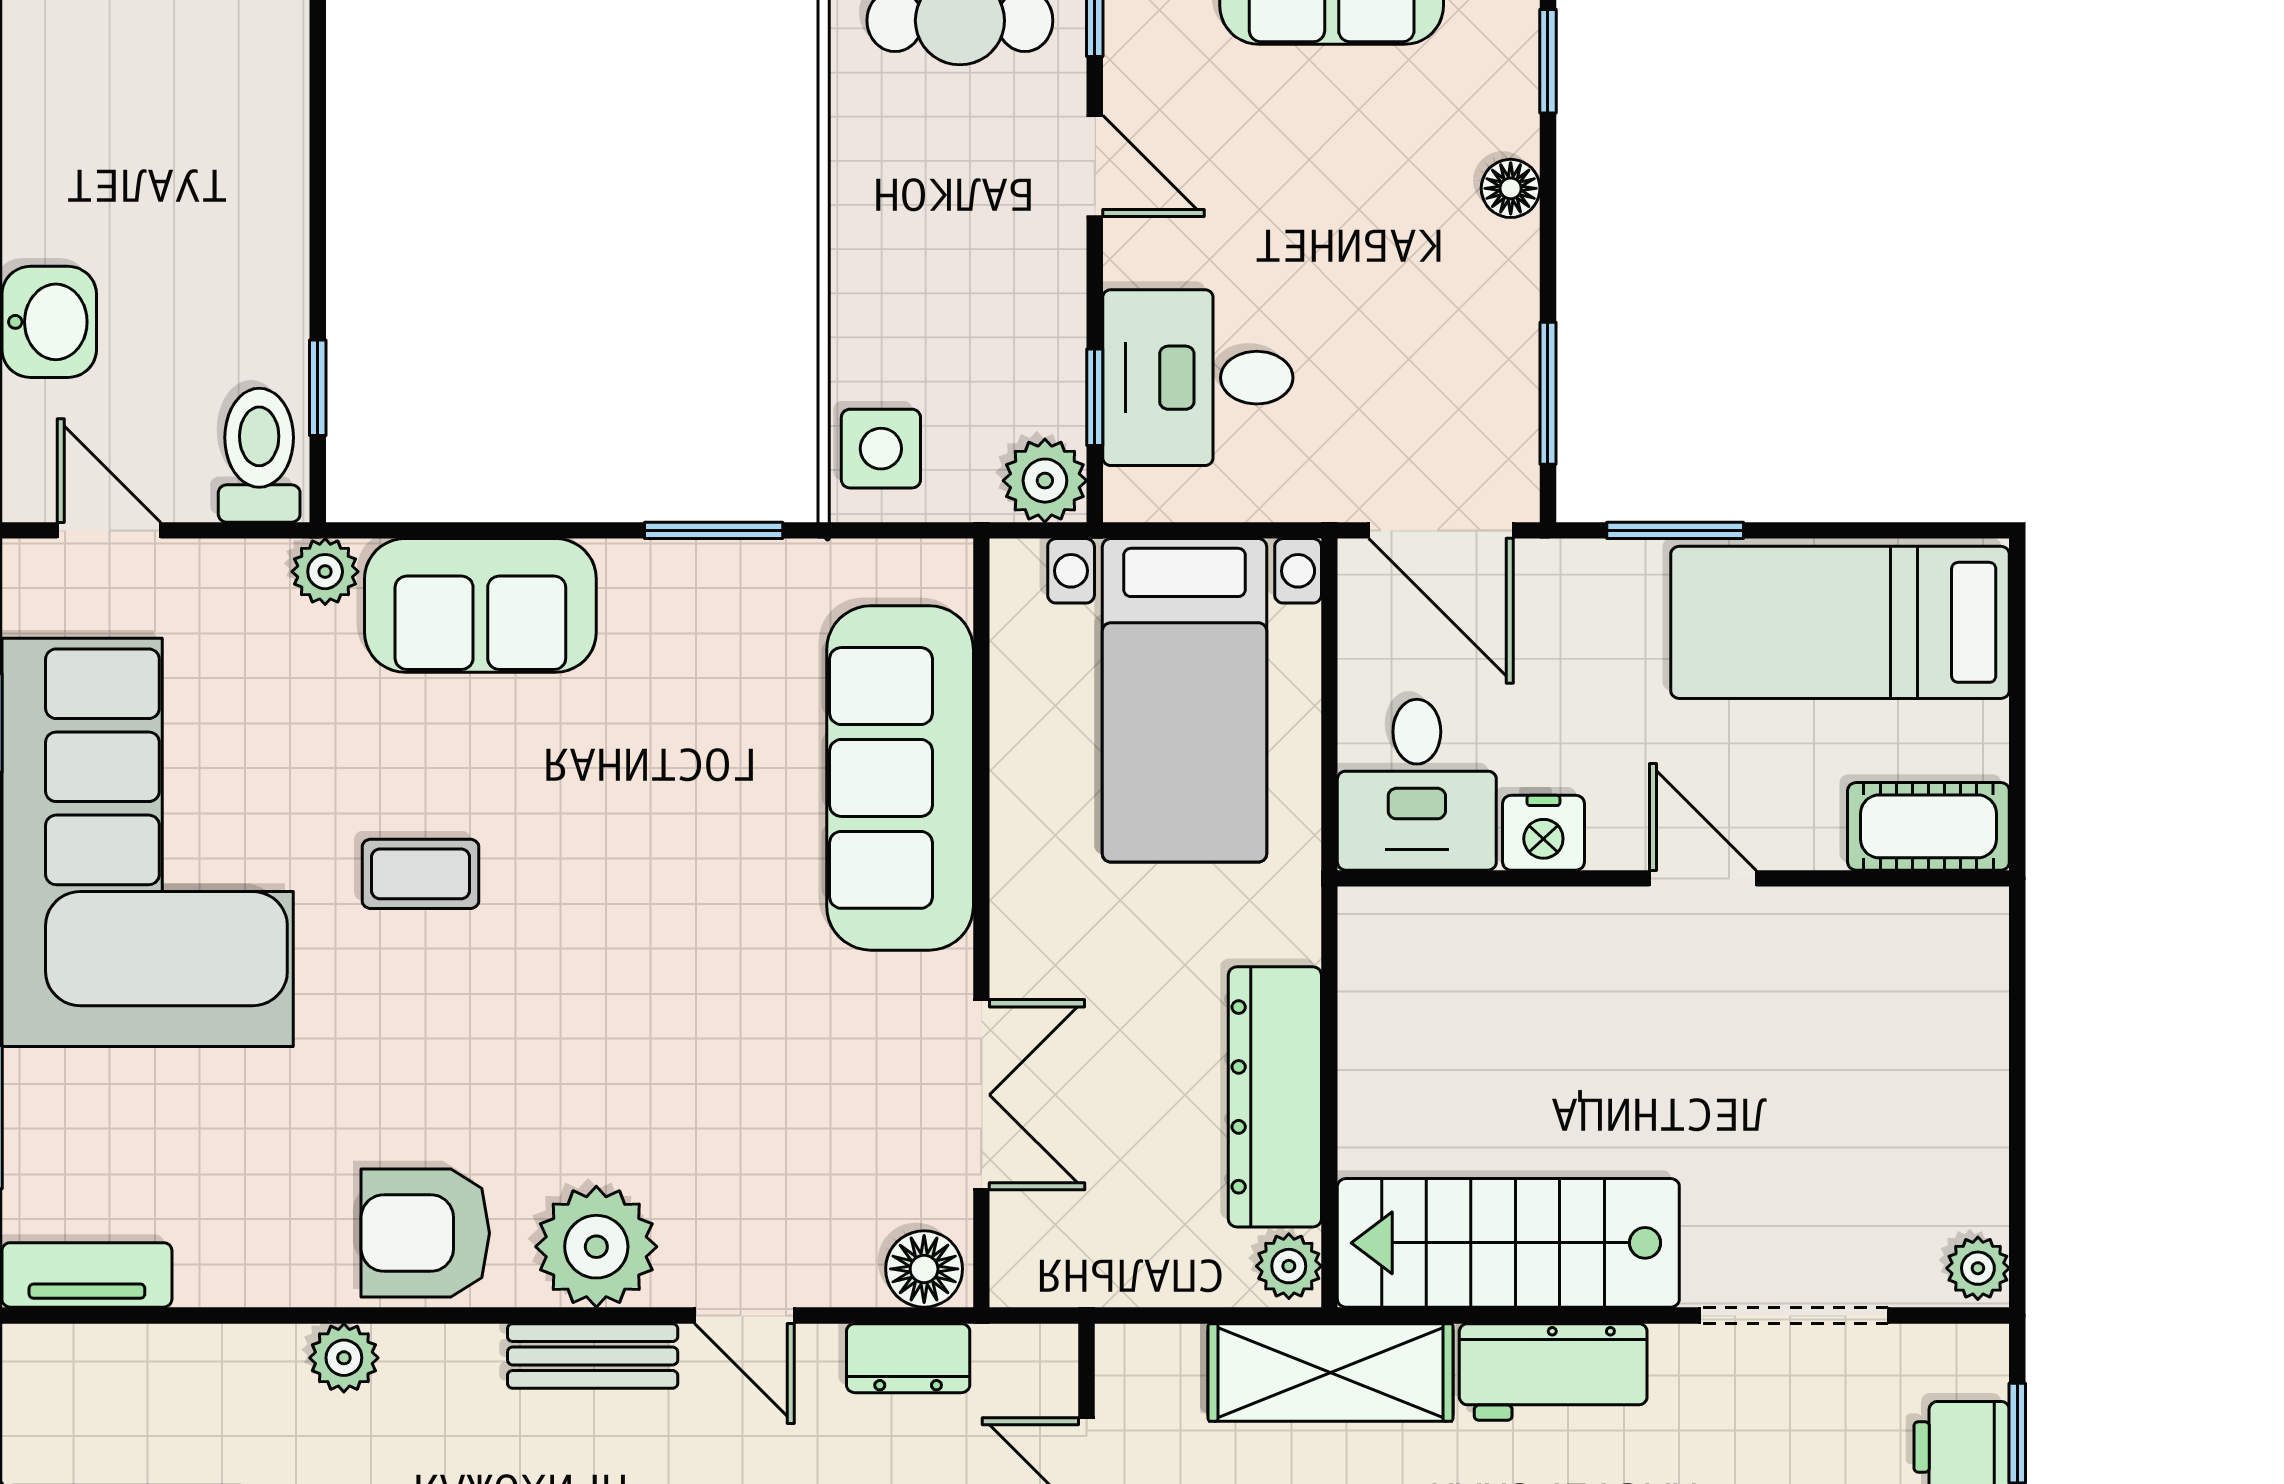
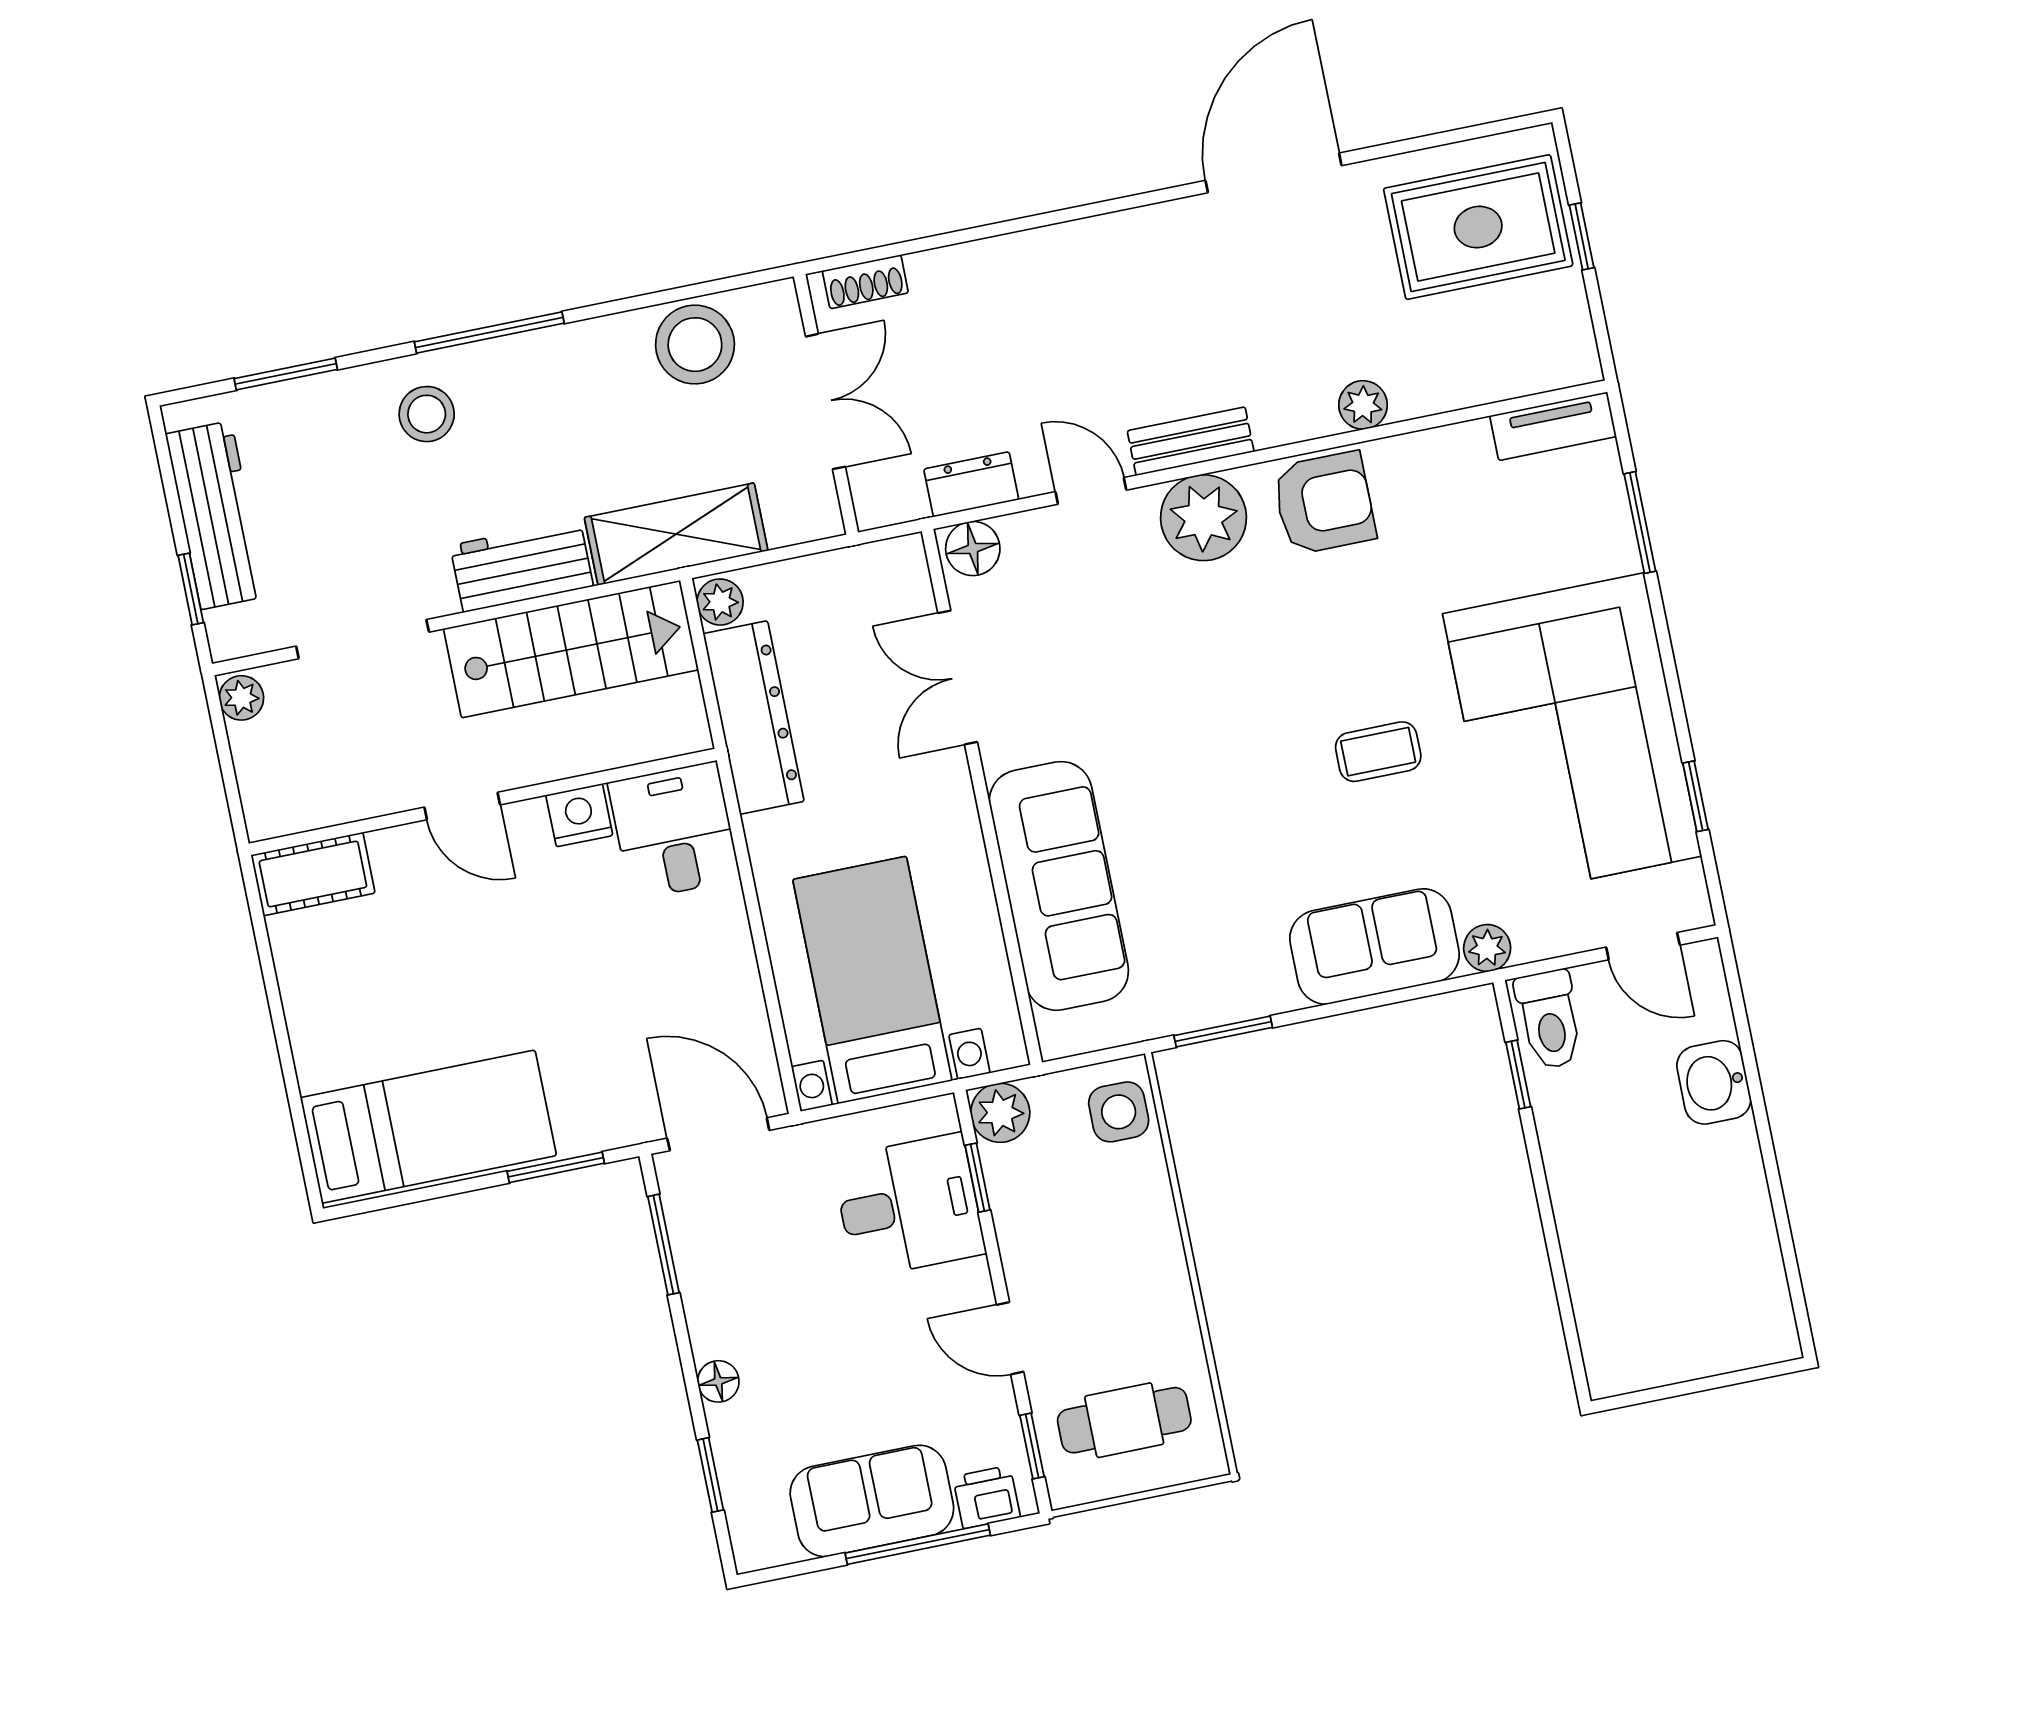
desk: (1417, 785) -> (674, 831), moved
cot: (1928, 826) -> (313, 874), moved
nightstand: (1543, 833) -> (579, 815), moved
wall: (1673, 878) -> (483, 802), moved
door: (1703, 878) -> (462, 806), moved

